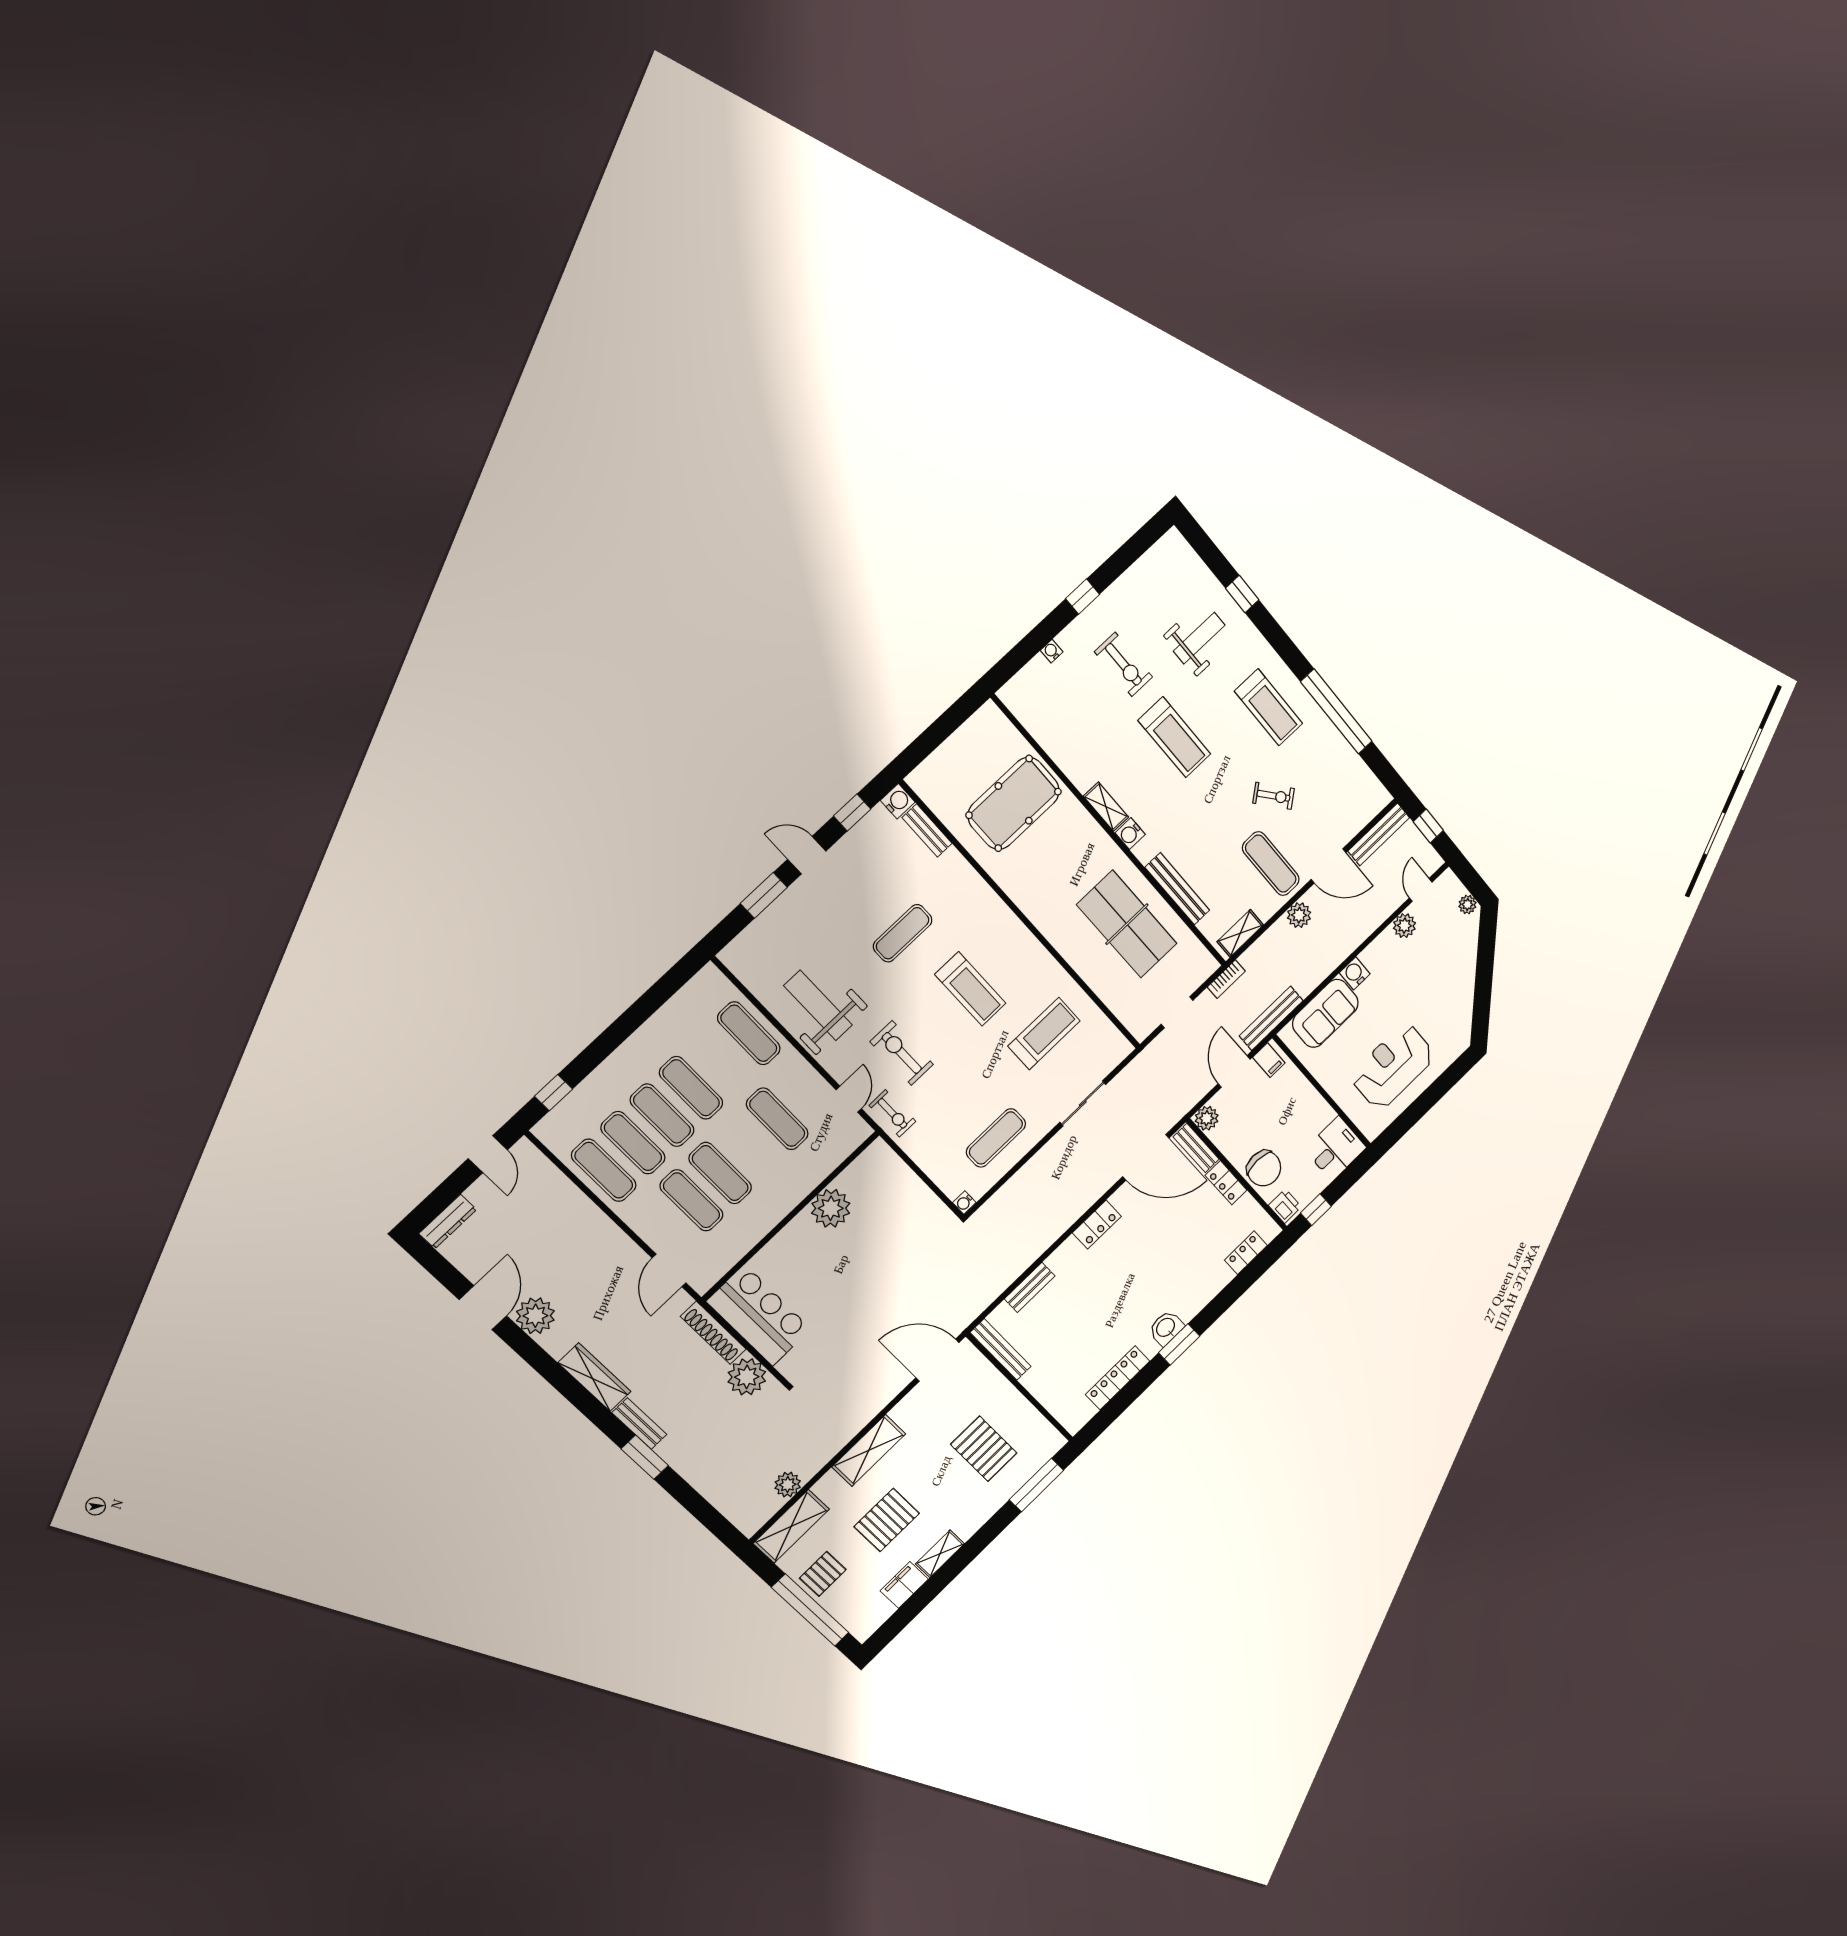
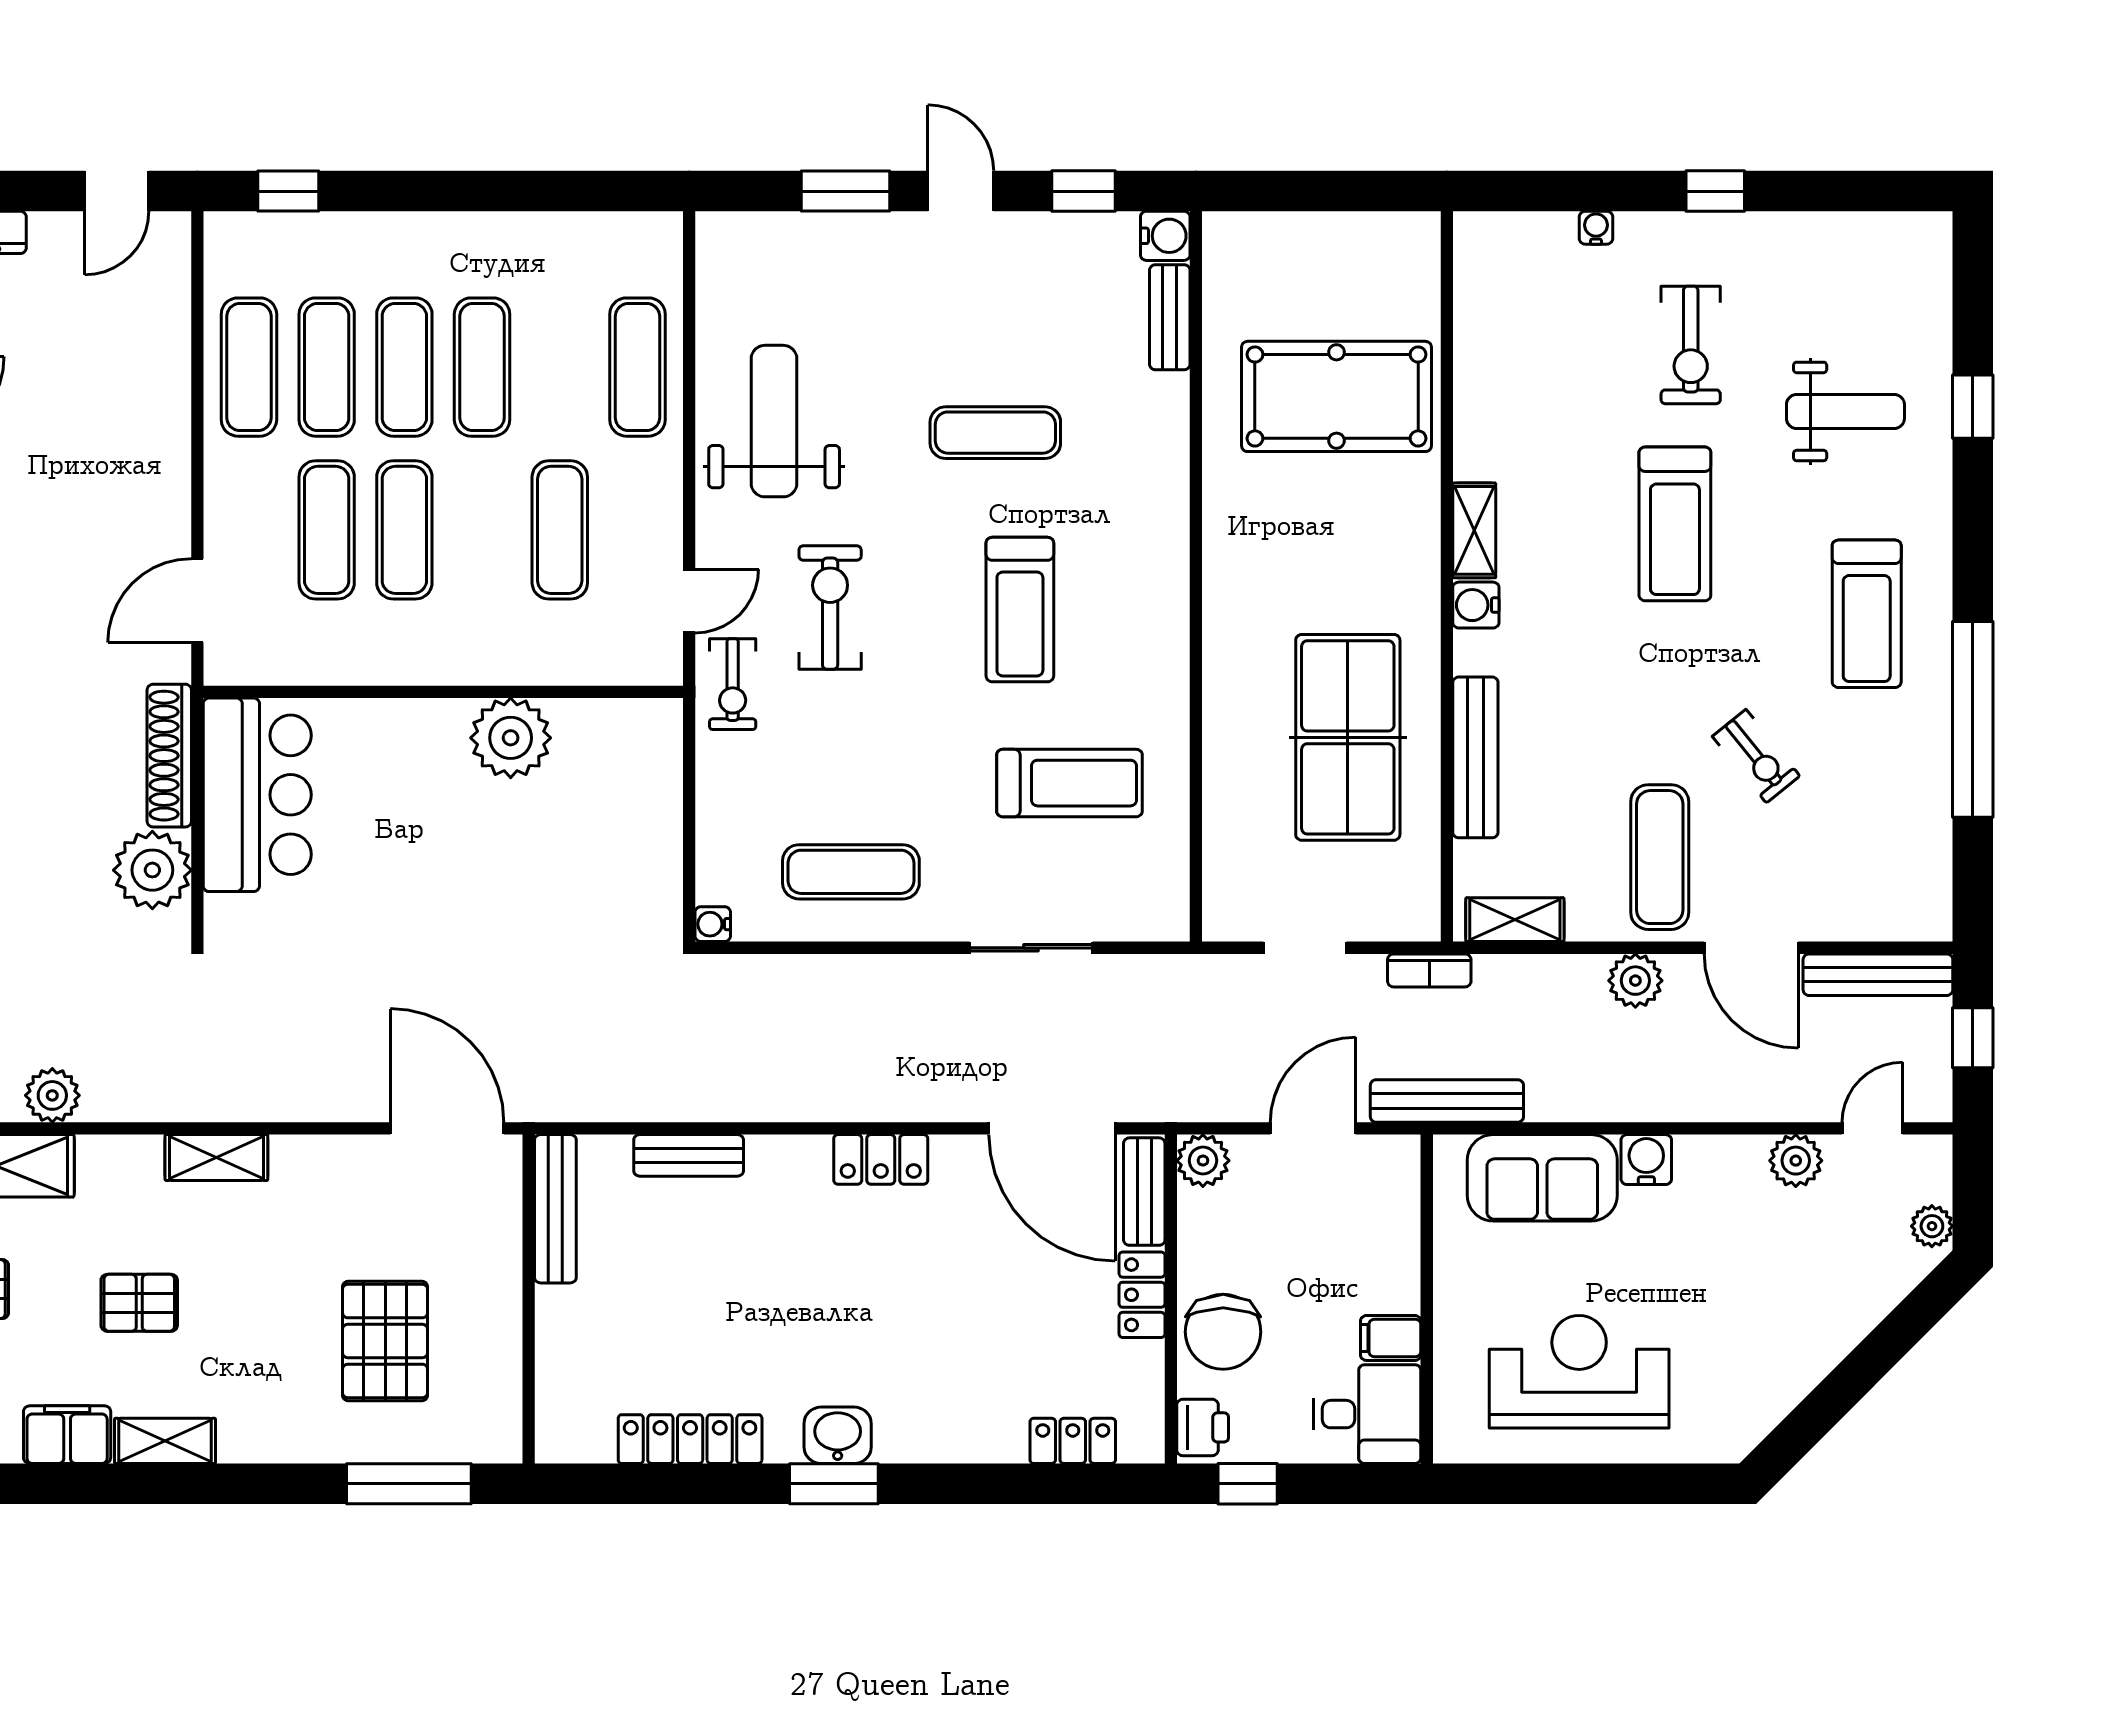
filing cabinet: (1269, 1060) -> (1391, 1338), moved, turned 90
shelving: (869, 1450) -> (216, 1157), width x0.67, depth x0.75
pallet: (887, 1520) -> (139, 1303), width x0.67, depth x0.71

